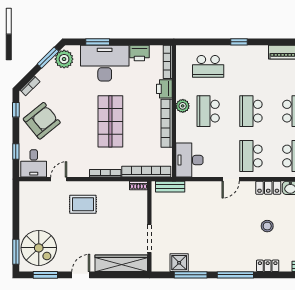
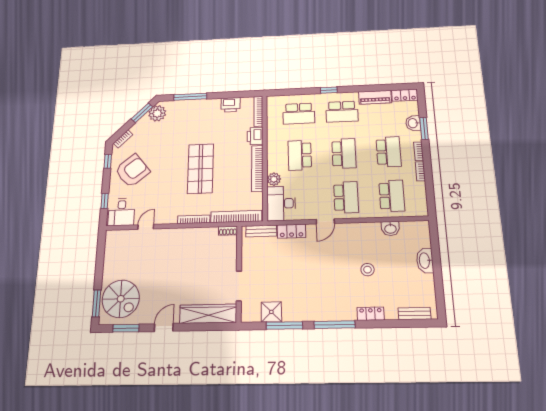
window: (98, 42) -> (190, 97), width x1.44
desk: (105, 63) -> (197, 115), removed
school desk: (251, 66) -> (342, 112), added
plant: (183, 106) -> (274, 179), moved
school desk: (251, 111) -> (344, 153), turned 180
school desk: (251, 156) -> (346, 197), turned 180
locker: (268, 188) -> (291, 231), moved
rug: (83, 204) -> (169, 252), removed

